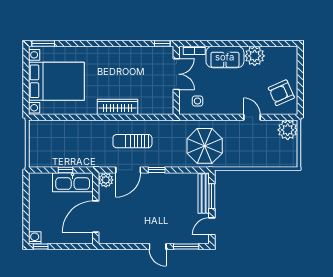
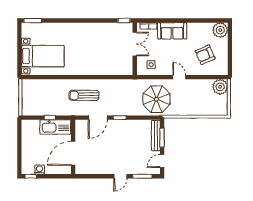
plant: (255, 56) -> (220, 30), moved
bed with nightstands: (56, 81) -> (43, 56), width x0.73
armchair: (281, 93) -> (205, 55), moved
wardrobe: (117, 107) -> (90, 69), removed
door: (252, 117) -> (179, 77), moved
sun lounger: (132, 141) -> (84, 95), moved
plant: (106, 180) -> (81, 125), removed
washing machine: (35, 238) -> (40, 170), moved
door: (158, 246) -> (120, 176), hinge flipped

